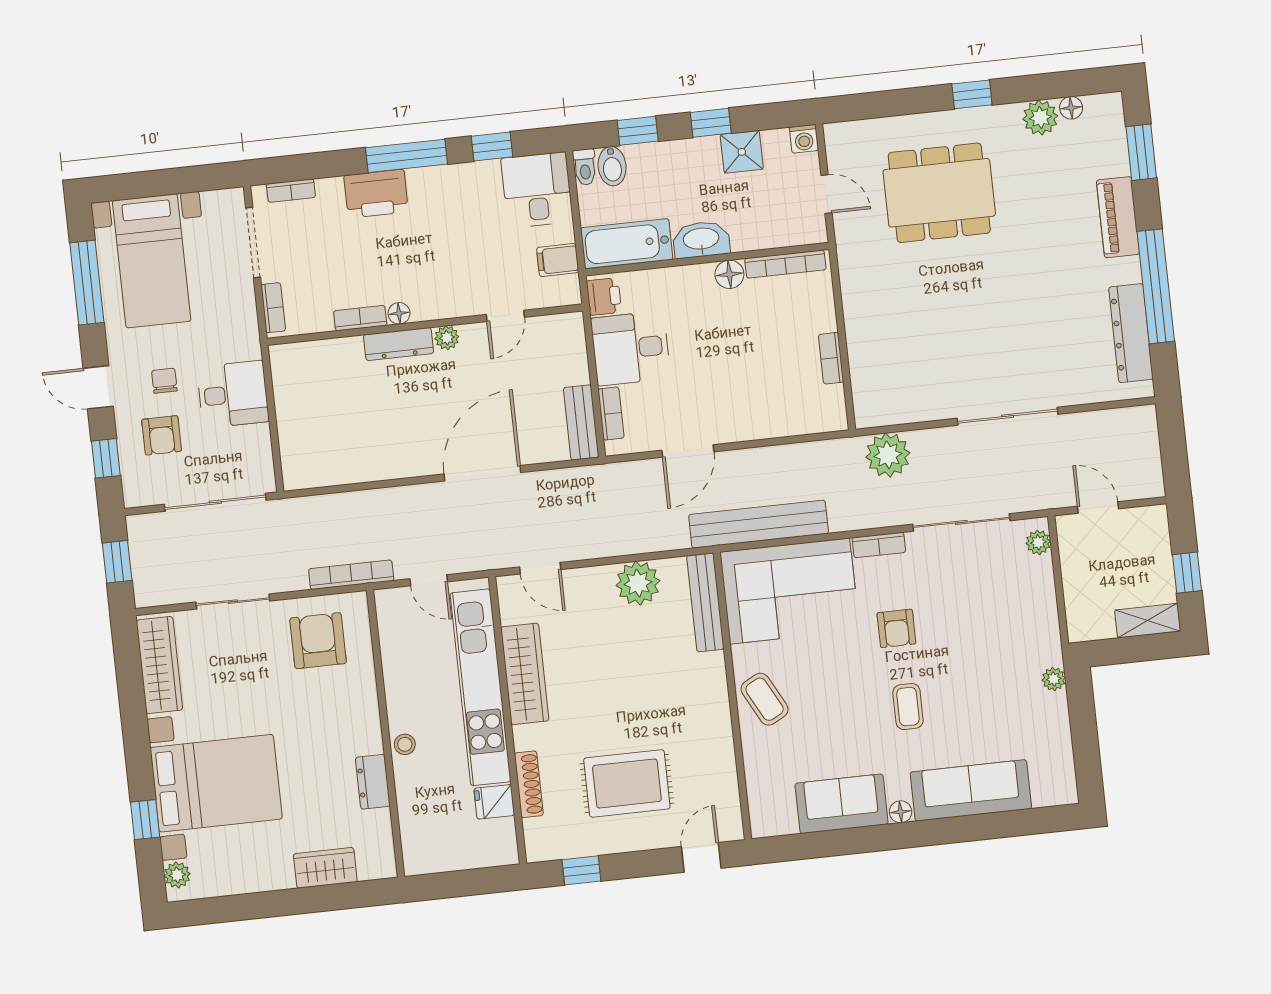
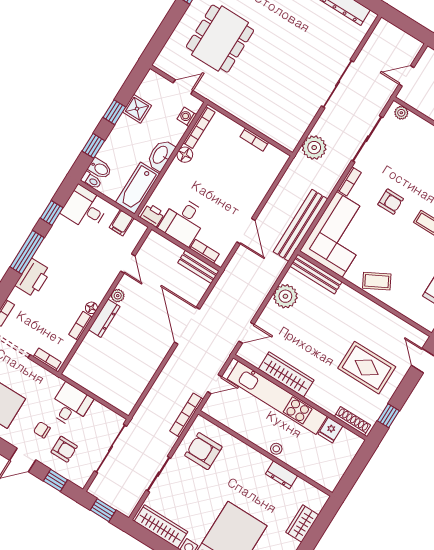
washing machine: (804, 139) -> (187, 117), moved, turned 180
rug: (627, 783) -> (367, 368), turned 90
shoe rack: (529, 784) -> (353, 421), moved

